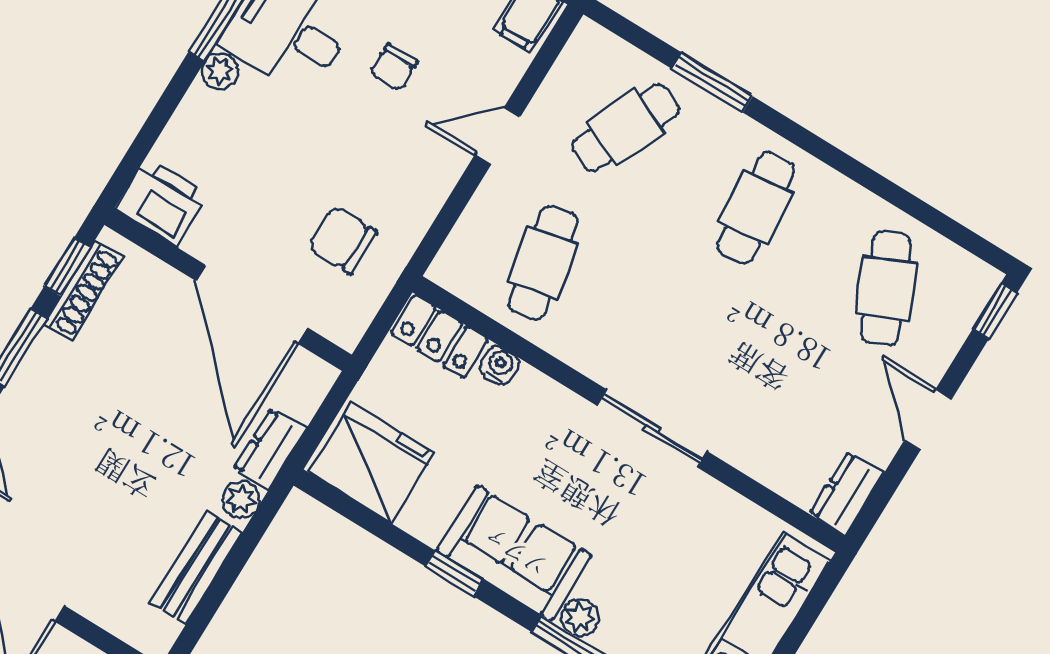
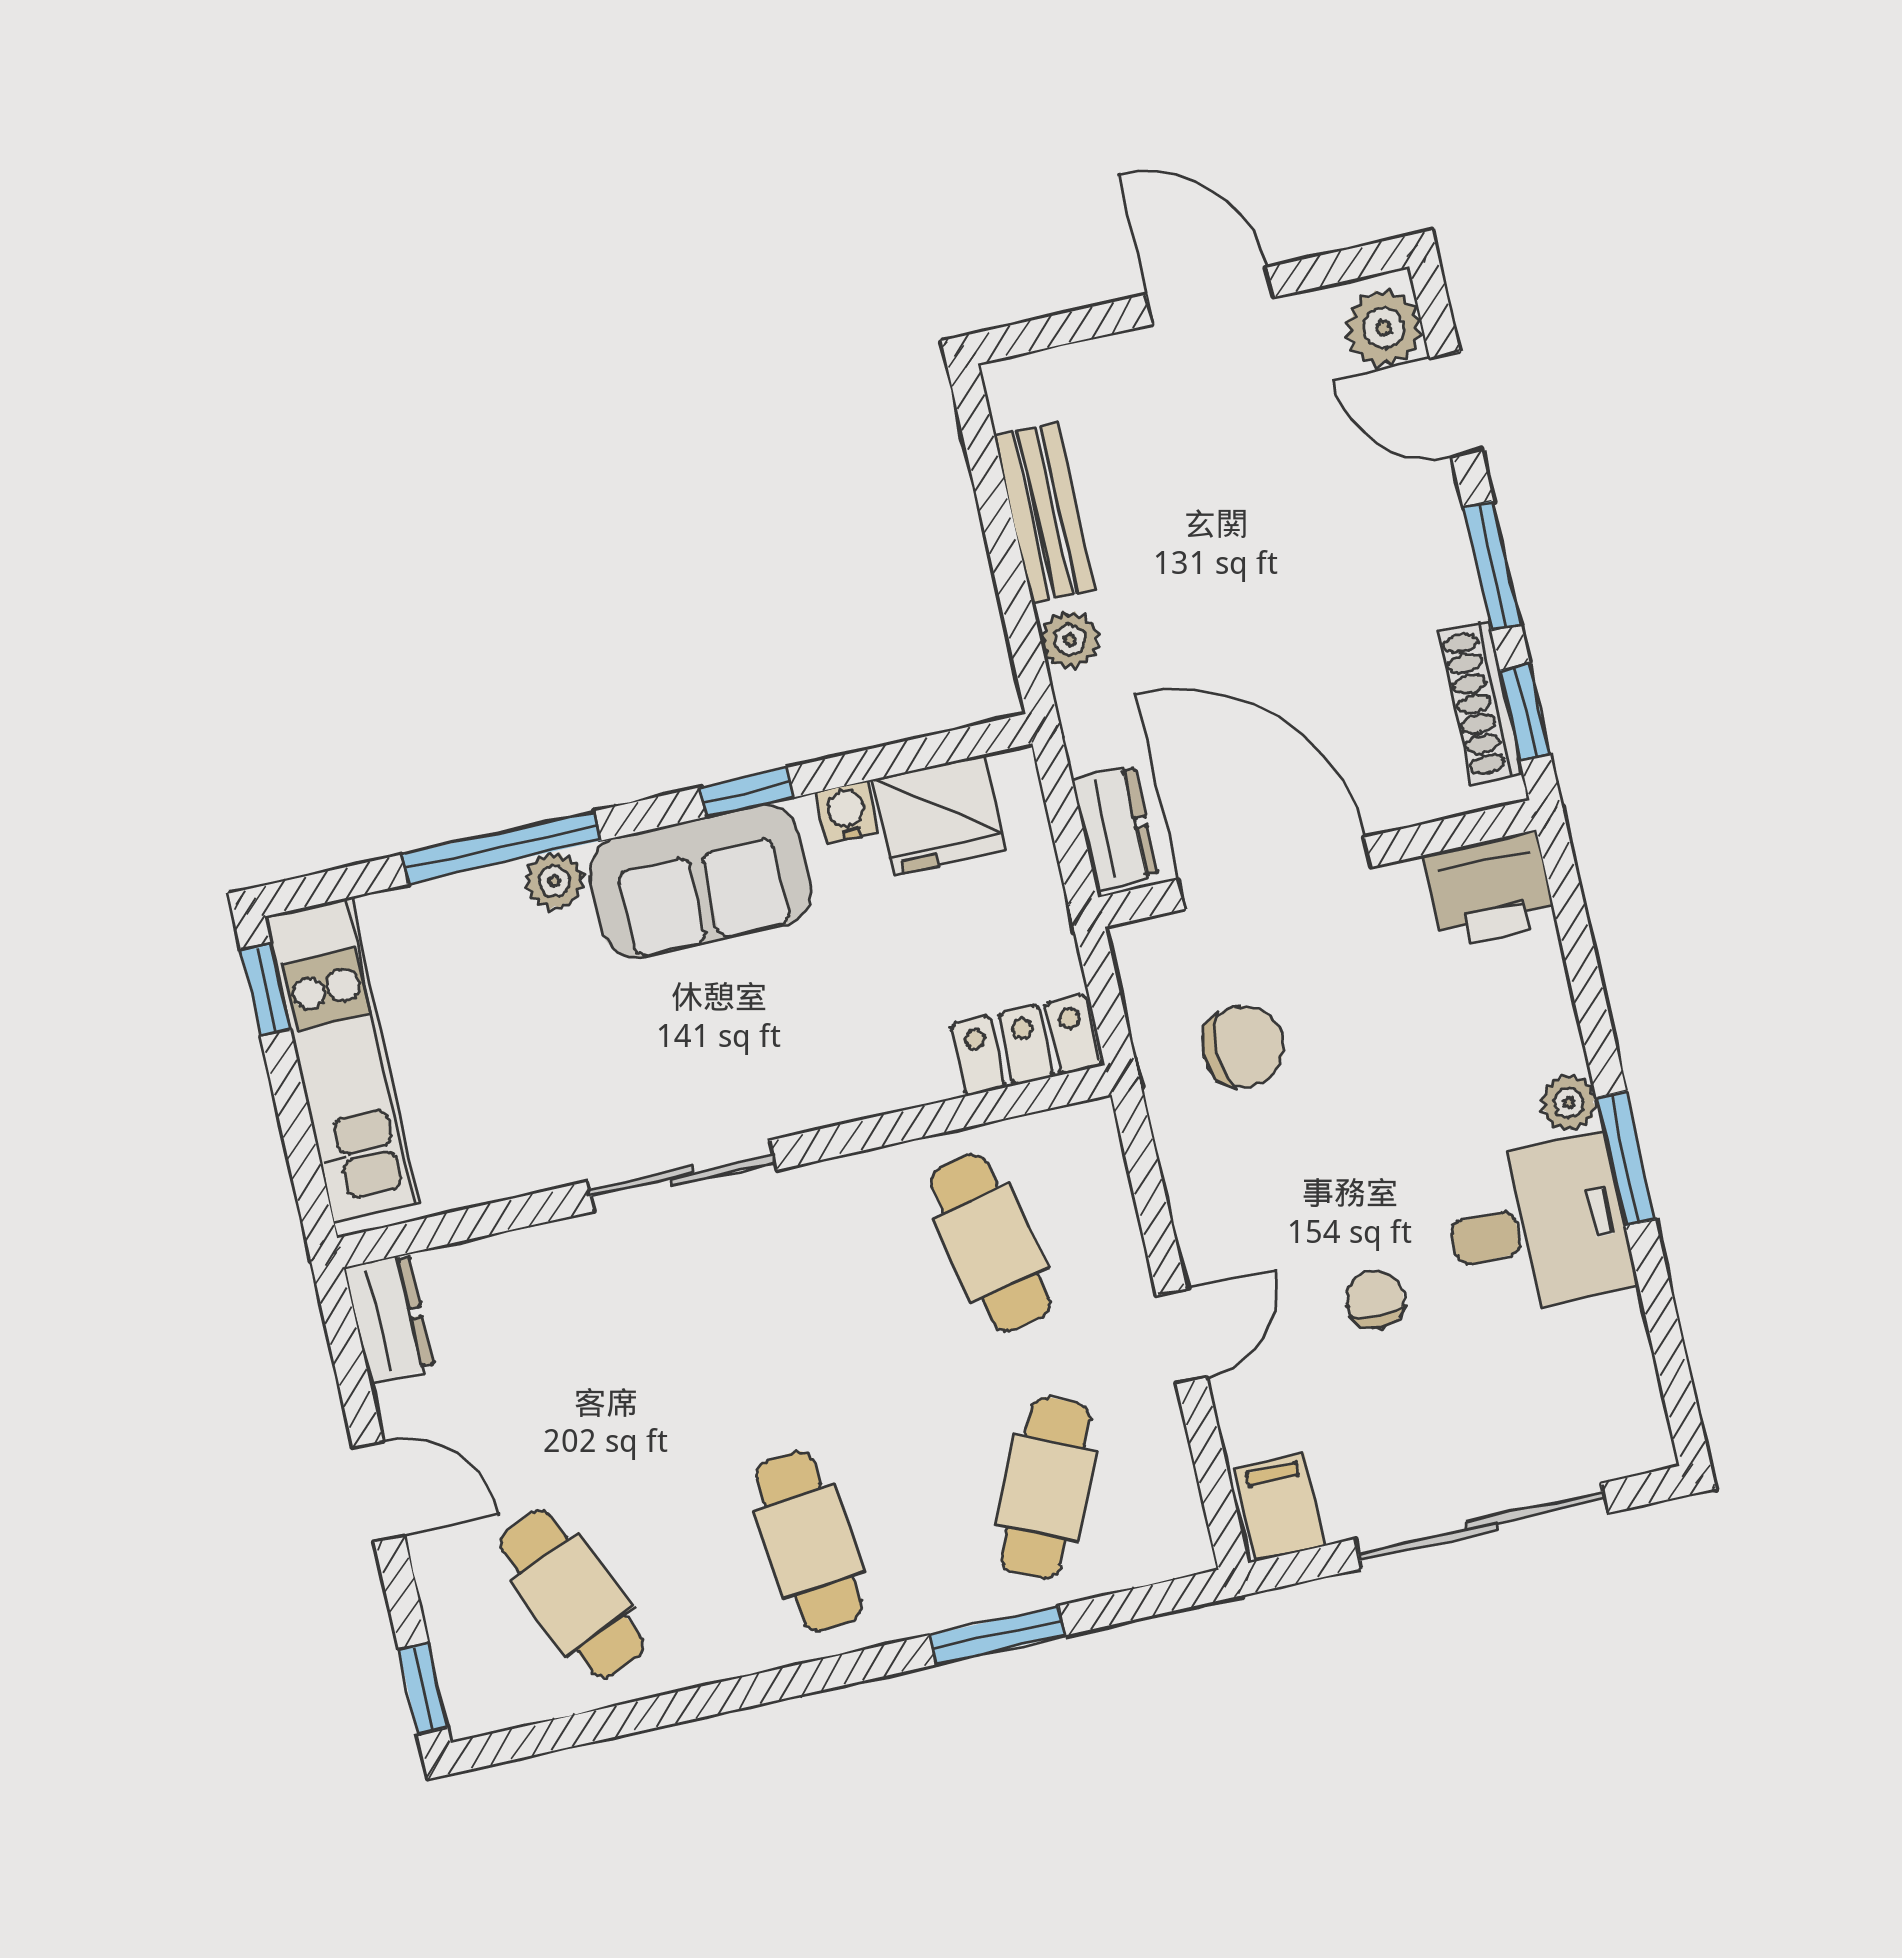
water cooler: (499, 365) -> (847, 812), moved, turned 180
dresser: (270, 449) -> (1115, 828), moved
fridge: (372, 463) -> (939, 815), width x0.73, depth x0.75

